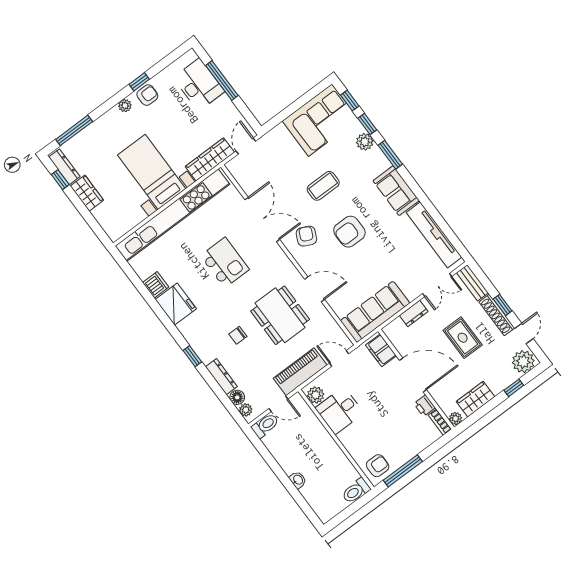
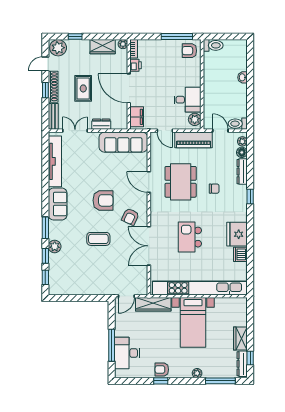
plant: (125, 106) -> (197, 373), moved
corner sofa: (320, 120) -> (71, 279), removed

